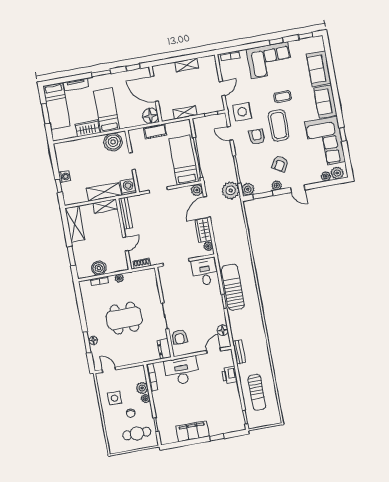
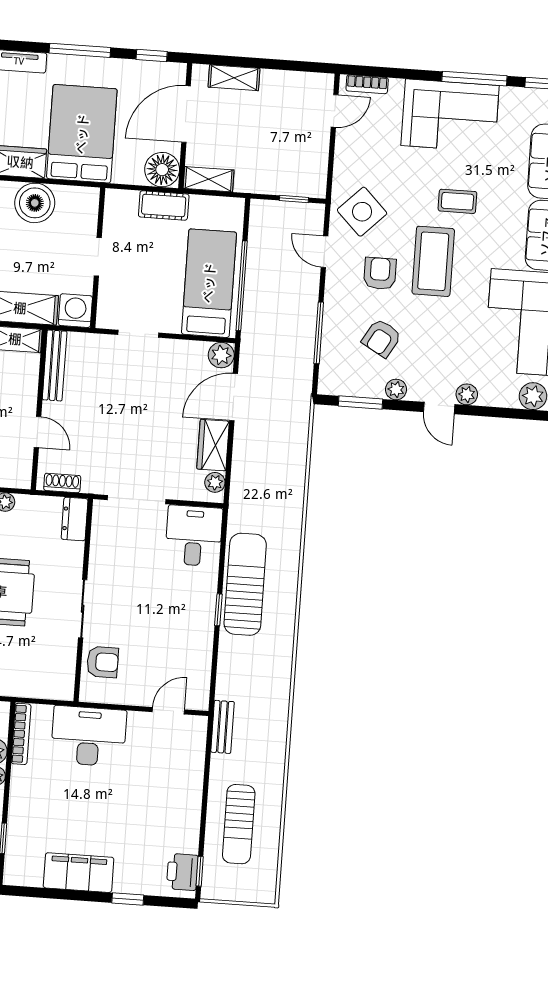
window: (276, 41) -> (474, 79), width x2.17
shelving: (187, 65) -> (234, 78), moved
window: (101, 73) -> (80, 50), width x1.44
door: (222, 88) -> (335, 111), moved
door: (155, 89) -> (186, 114), hinge flipped
bed: (107, 110) -> (82, 134), width x1.50
shelving: (185, 112) -> (209, 179), moved
side table: (242, 112) -> (362, 212), turned 45
boiler: (113, 142) -> (35, 203), moved
armchair: (280, 164) -> (382, 338), moved
plant: (326, 176) -> (467, 394), moved
plant: (248, 189) -> (331, 382), removed
plant: (231, 190) -> (294, 375), removed
door: (125, 244) -> (37, 432), hinge flipped
floor lamp: (223, 330) -> (200, 671), removed
armchair: (179, 337) -> (103, 662), turned -90
dresser: (164, 349) -> (75, 519), moved
printer: (230, 375) -> (182, 872), moved

